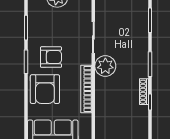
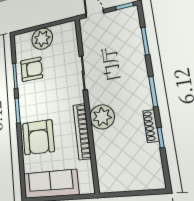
armchair: (51, 57) -> (32, 69), moved
plant: (105, 66) -> (102, 117), moved

